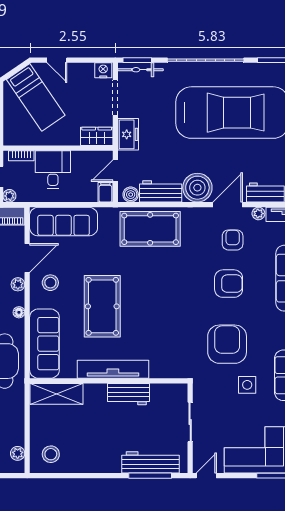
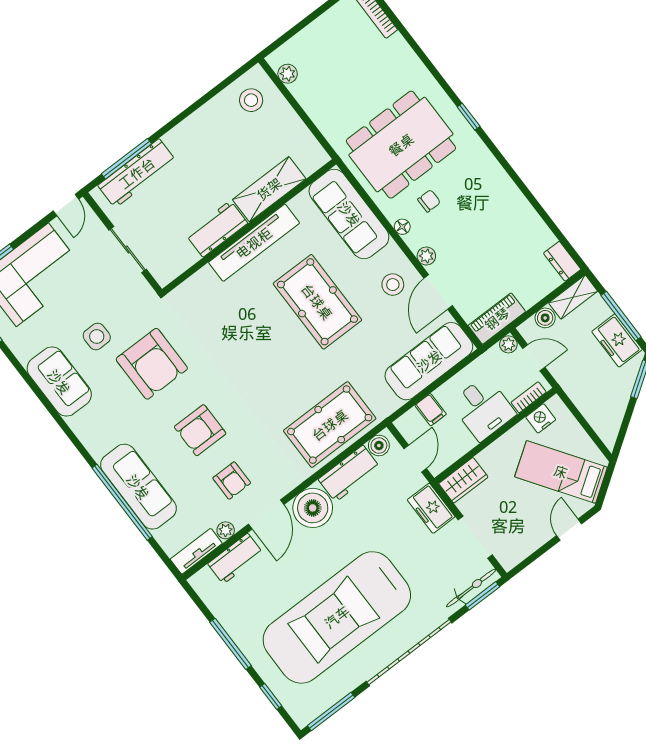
door: (57, 60) -> (569, 530), hinge flipped
nightstand: (103, 70) -> (541, 418), moved, turned 180
filing cabinet: (105, 192) -> (431, 410), moved
shelving: (57, 394) -> (269, 189), moved

